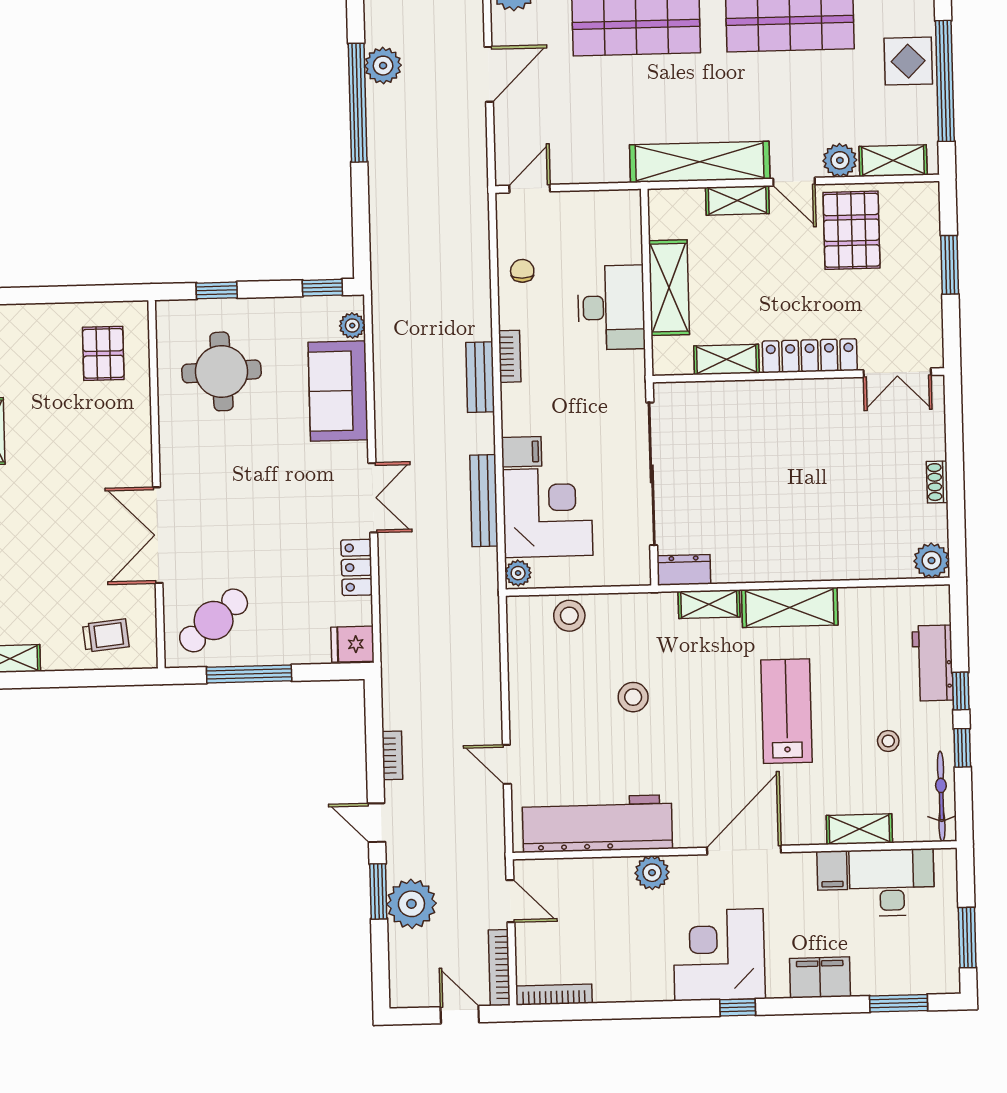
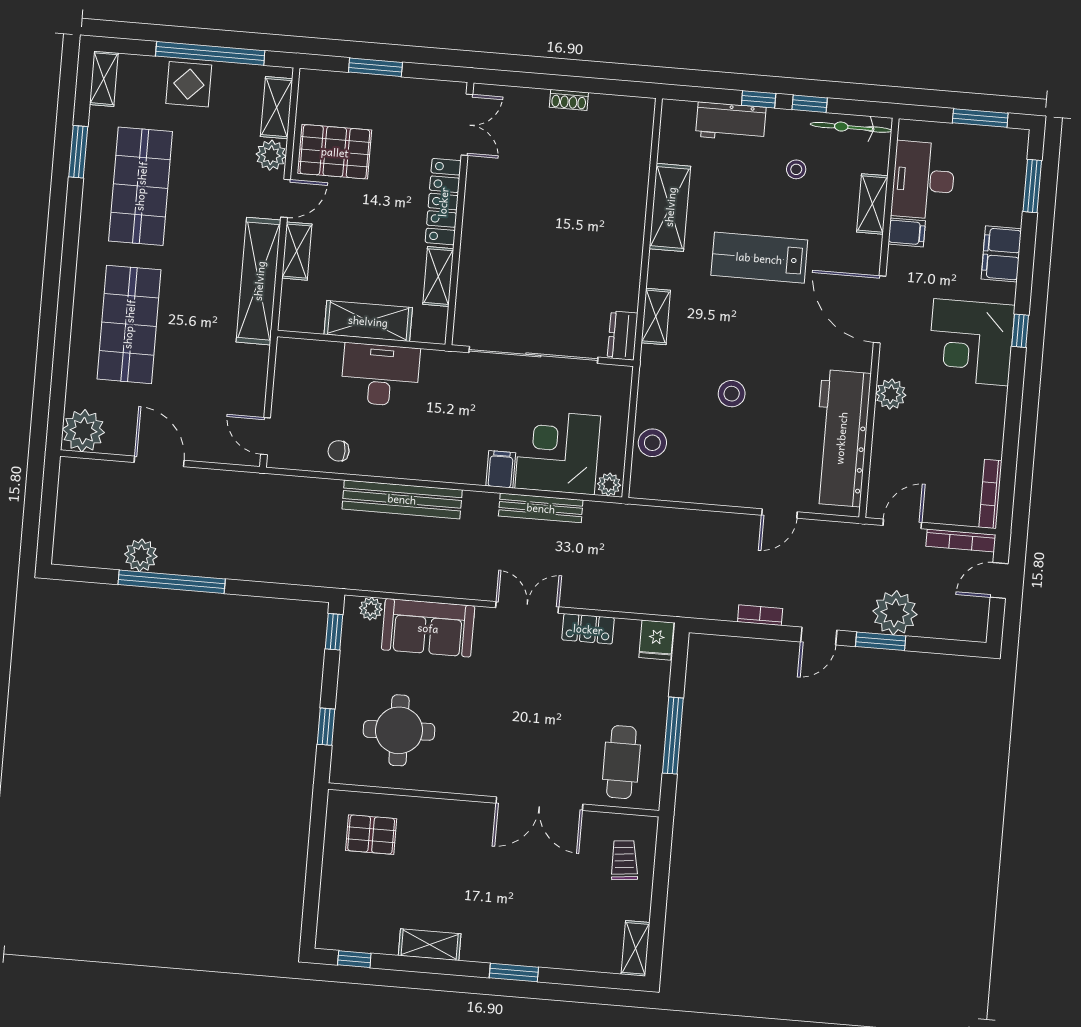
bookcase: (510, 356) -> (414, 471), removed
bench: (480, 377) -> (402, 499), width x1.86, depth x1.21
plant: (932, 561) -> (639, 113), removed
shelving: (790, 607) -> (670, 207), moved
cafe table: (214, 620) -> (621, 762), turned 40

